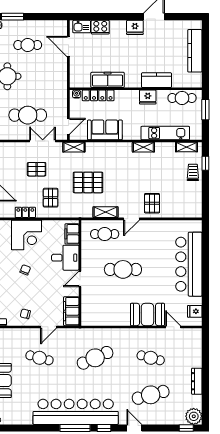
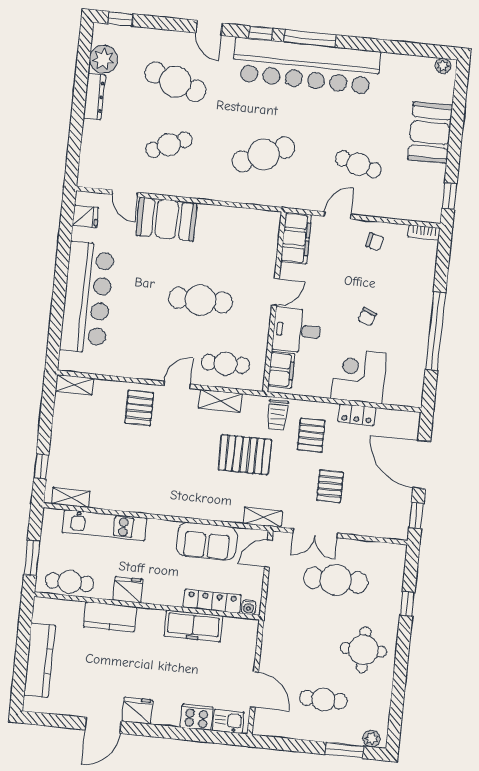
shelving: (143, 147) -> (74, 385), moved
pallet: (37, 169) -> (330, 486), turned 90
trolley: (193, 172) -> (278, 415), moved
cafe table: (151, 358) -> (169, 145), turned -39
cafe table: (151, 395) -> (175, 82), turned 33
plant: (194, 416) -> (103, 59), moved

